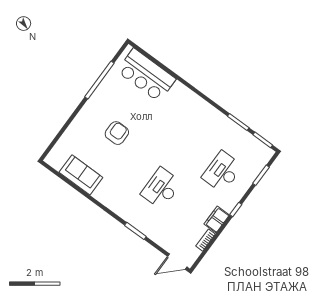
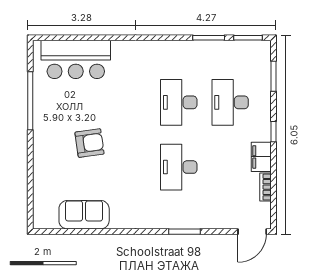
armchair: (117, 133) -> (89, 143), turned 82
desk: (191, 148) -> (179, 102), added

